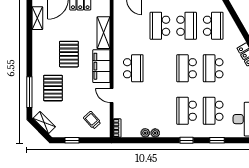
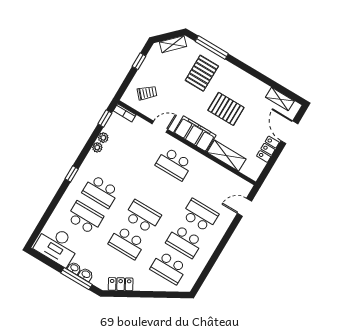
school desk: (213, 68) -> (127, 243), turned 180
pallet: (53, 88) -> (202, 73), turned 90
school desk: (187, 111) -> (101, 191), turned 180
window: (217, 140) -> (105, 119), moved

